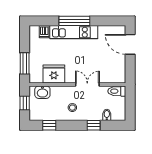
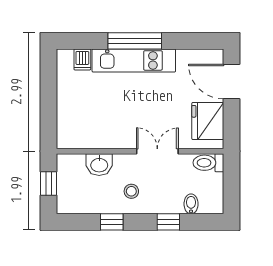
window: (25, 63) -> (48, 115), removed
fridge: (54, 74) -> (208, 121), moved, turned -90
washbasin: (42, 92) -> (99, 165), moved
window: (49, 125) -> (112, 222), moved

